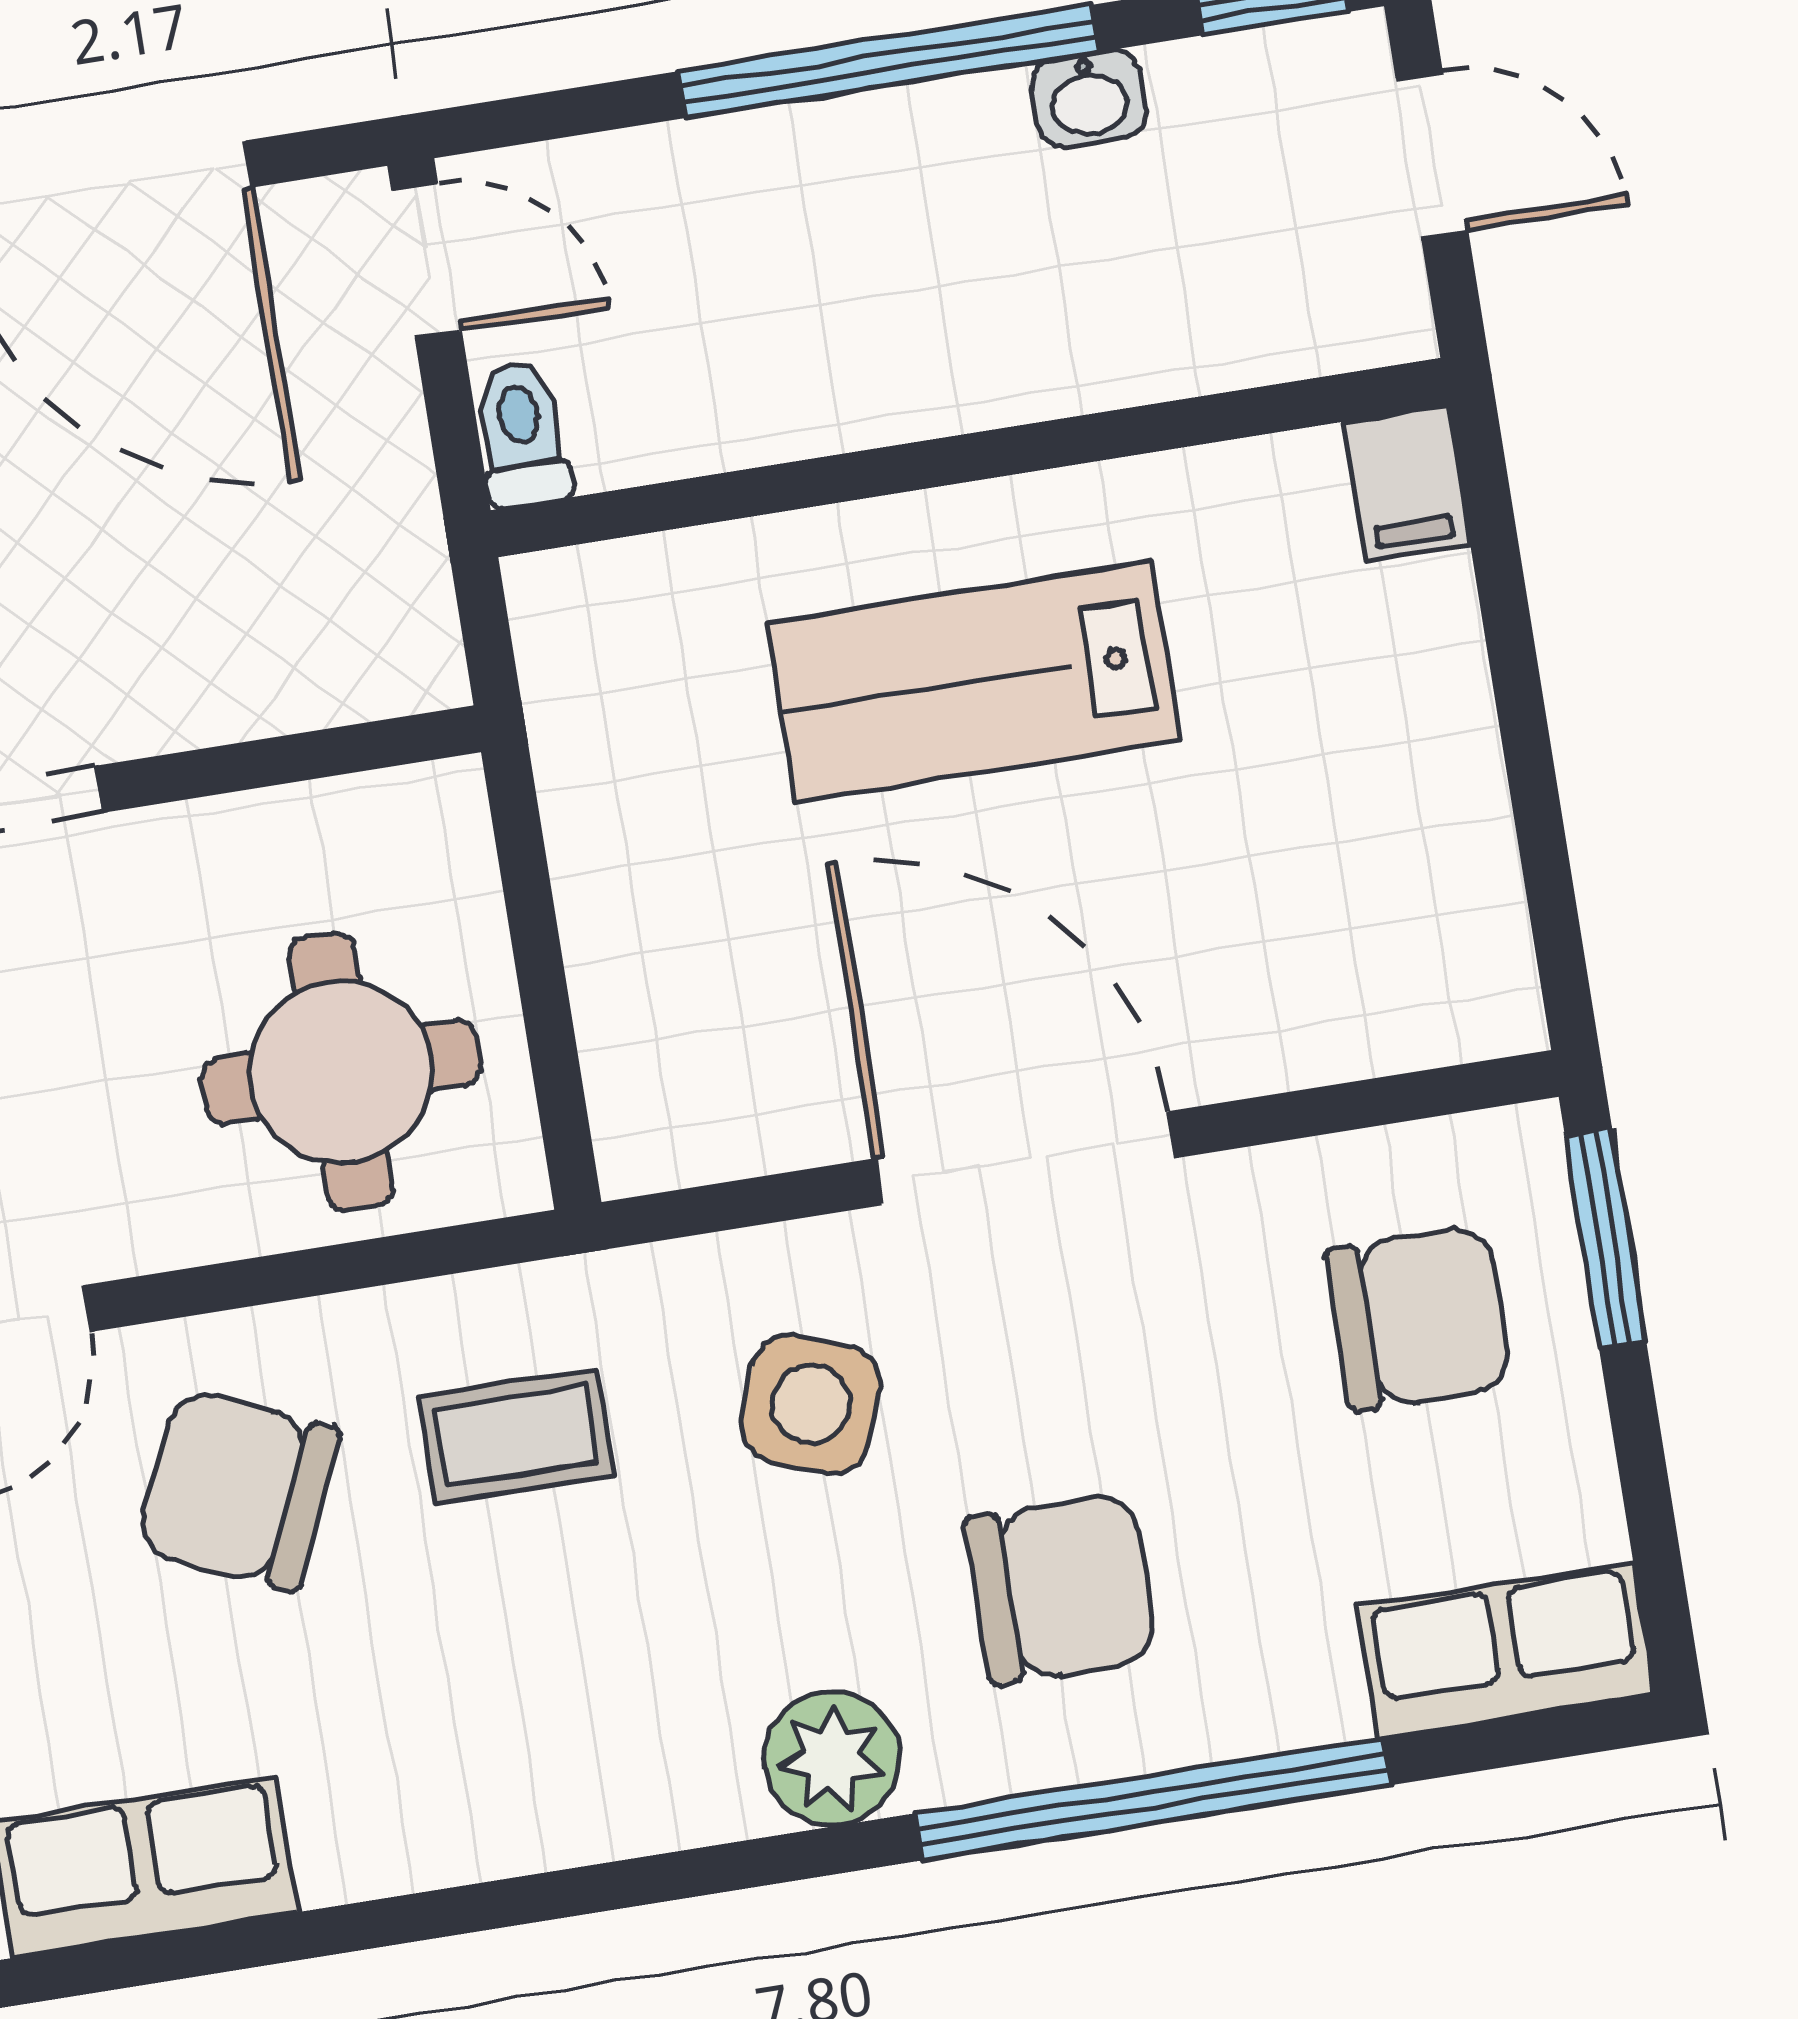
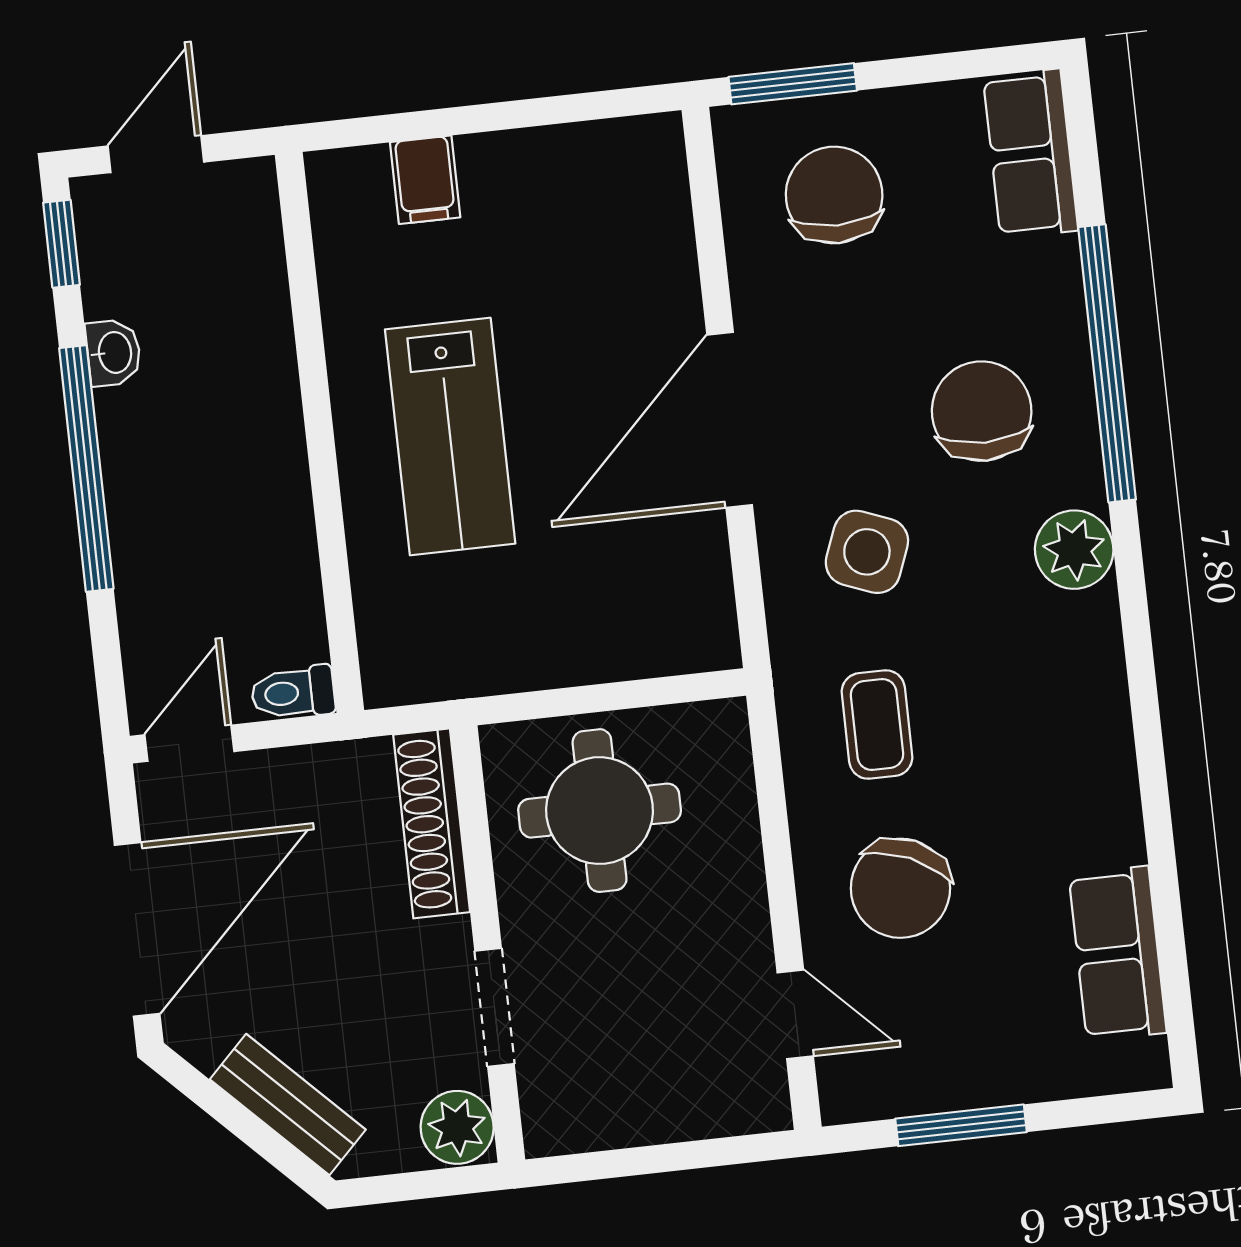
filing cabinet: (1407, 483) -> (425, 180), moved, turned 90
shoe rack: (310, 682) -> (432, 823), added
round table: (341, 1072) -> (600, 811), moved

